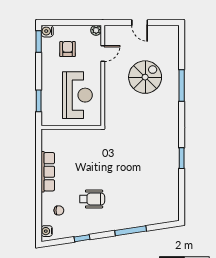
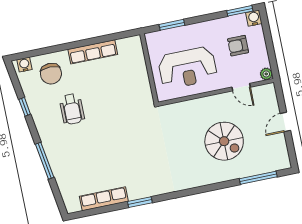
armchair: (68, 49) -> (238, 46), turned 180
window: (182, 86) -> (258, 178), moved
row of seats: (173, 188) -> (104, 199), added
chair: (59, 210) -> (51, 74), width x1.87, depth x1.87

